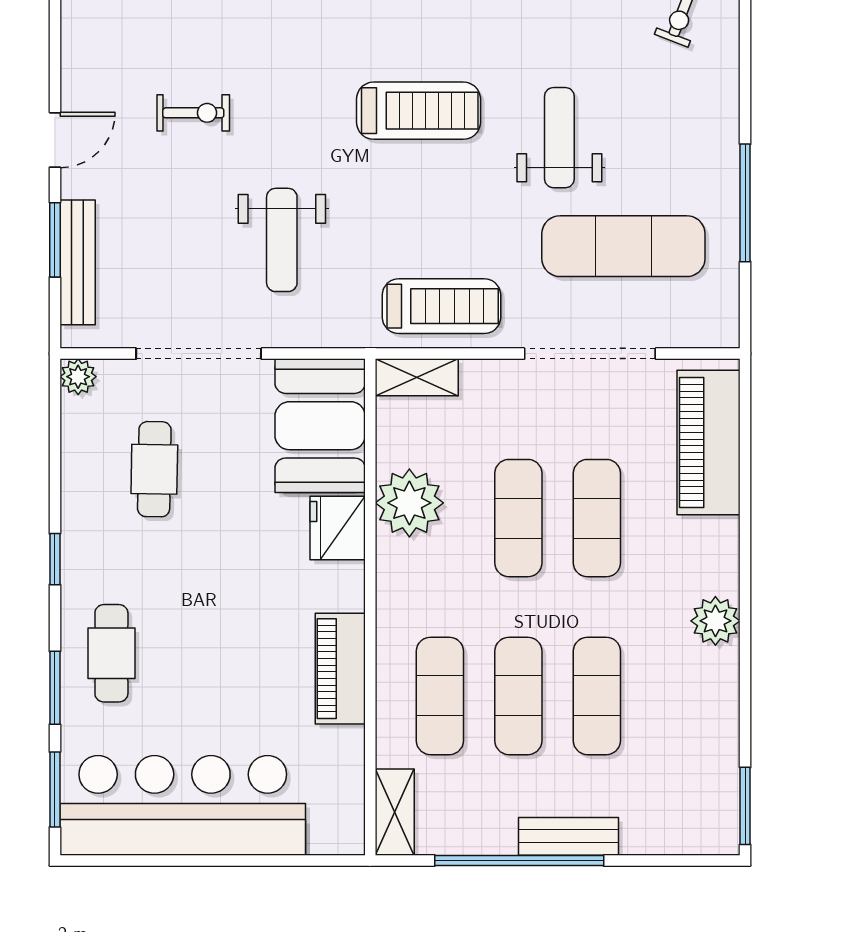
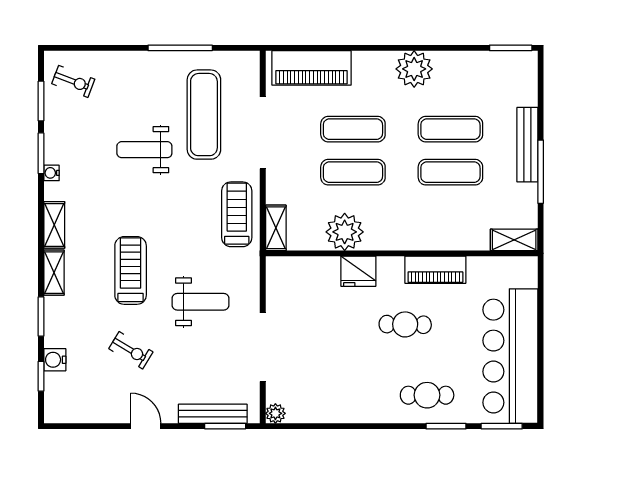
treadmill: (418, 111) -> (131, 270), moved
exercise bike: (193, 113) -> (131, 350), turned 121
window: (55, 240) -> (225, 426), moved
booth: (320, 426) -> (302, 281), removed
cafe table: (154, 469) -> (405, 324), moved
window: (55, 559) -> (375, 426), removed
plant: (715, 621) -> (414, 69), width x1.36, depth x1.36
exercise mat: (440, 696) -> (450, 215), removed
bench: (568, 836) -> (527, 145), width x1.36
window: (519, 861) -> (541, 172), width x0.68

